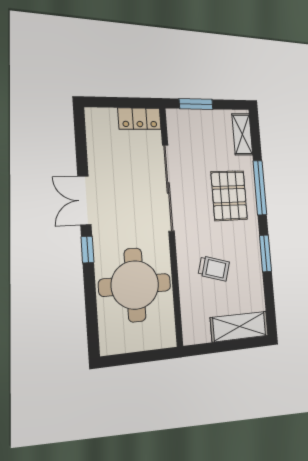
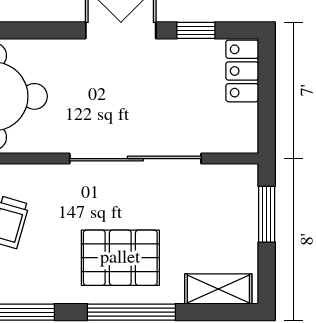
locker: (140, 119) -> (242, 71), moved
window: (88, 250) -> (196, 30), moved

